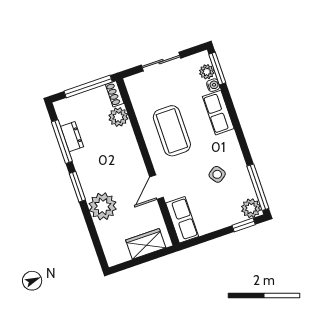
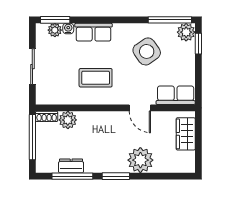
coffee table: (172, 131) -> (96, 78), width x0.73, depth x0.76
side table: (217, 174) -> (147, 51), width x1.87, depth x1.87

